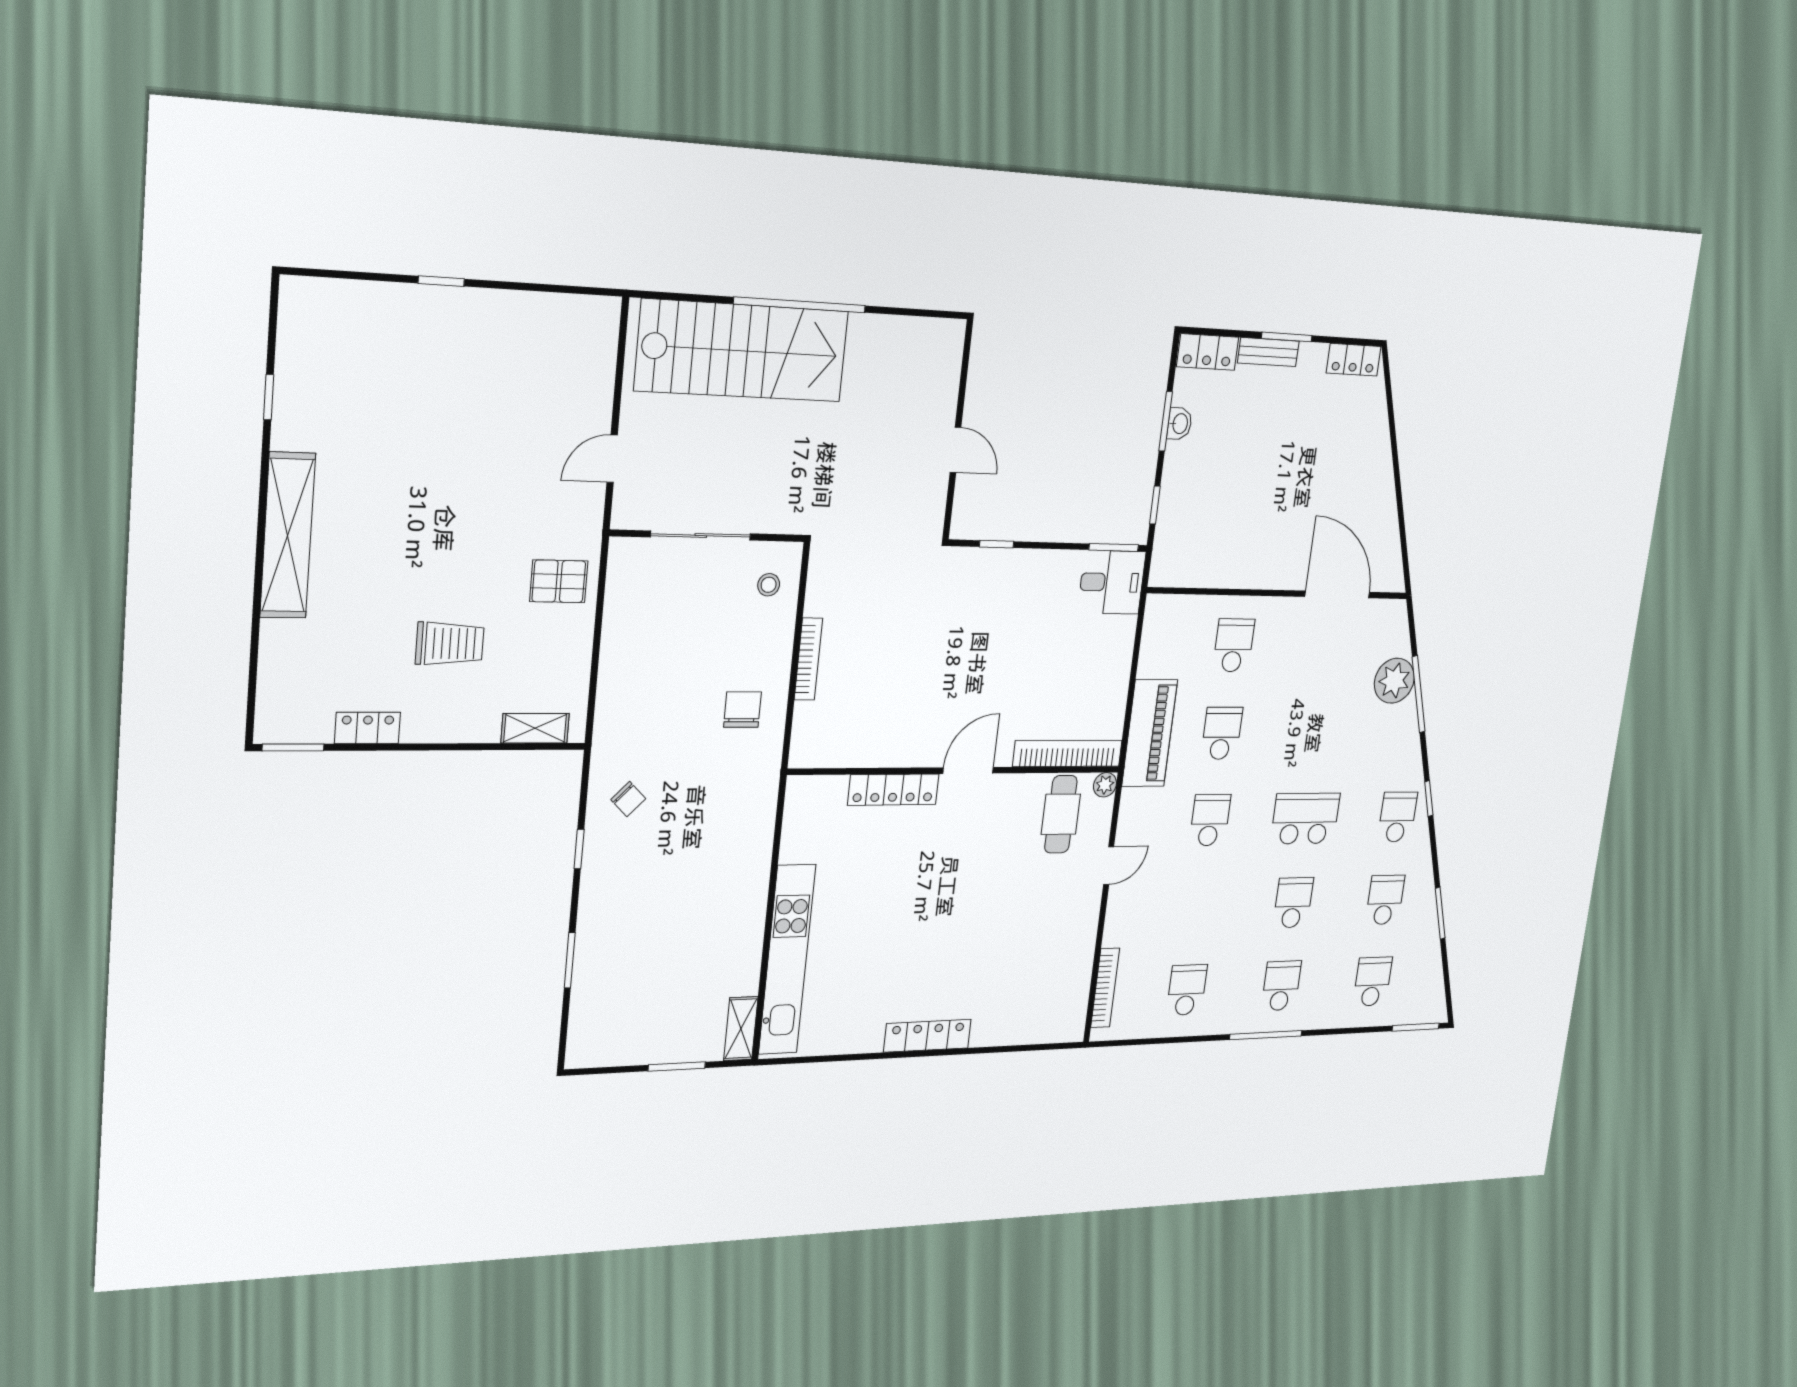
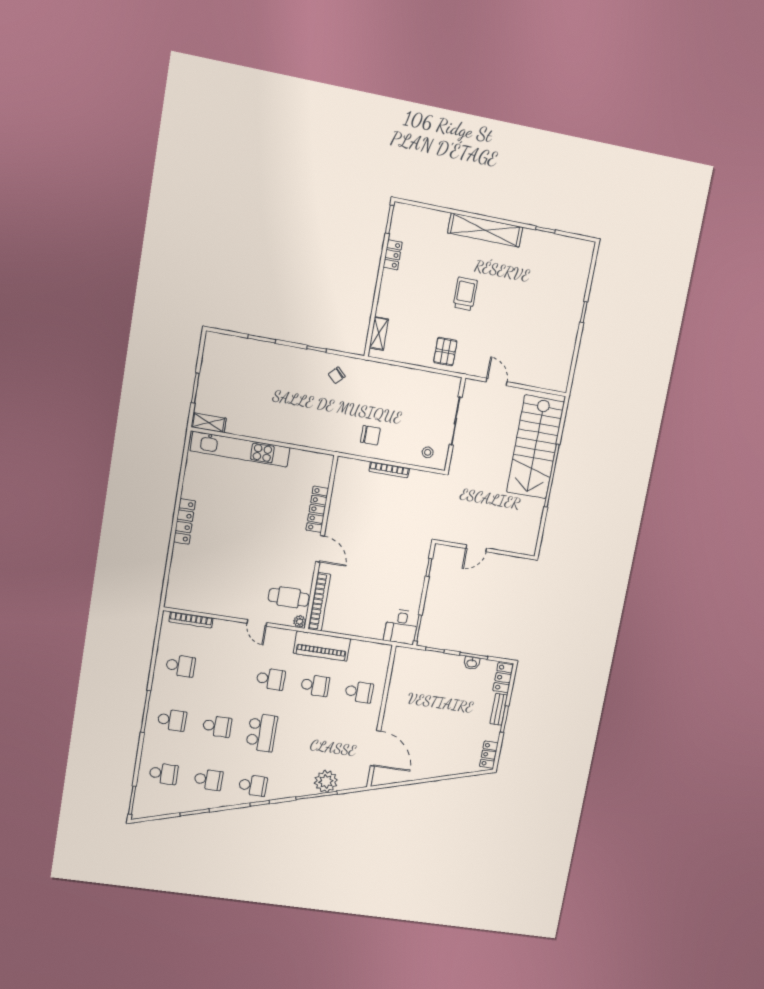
door: (1337, 594) -> (376, 748), hinge flipped
trolley: (450, 643) -> (465, 294), moved, turned 180

